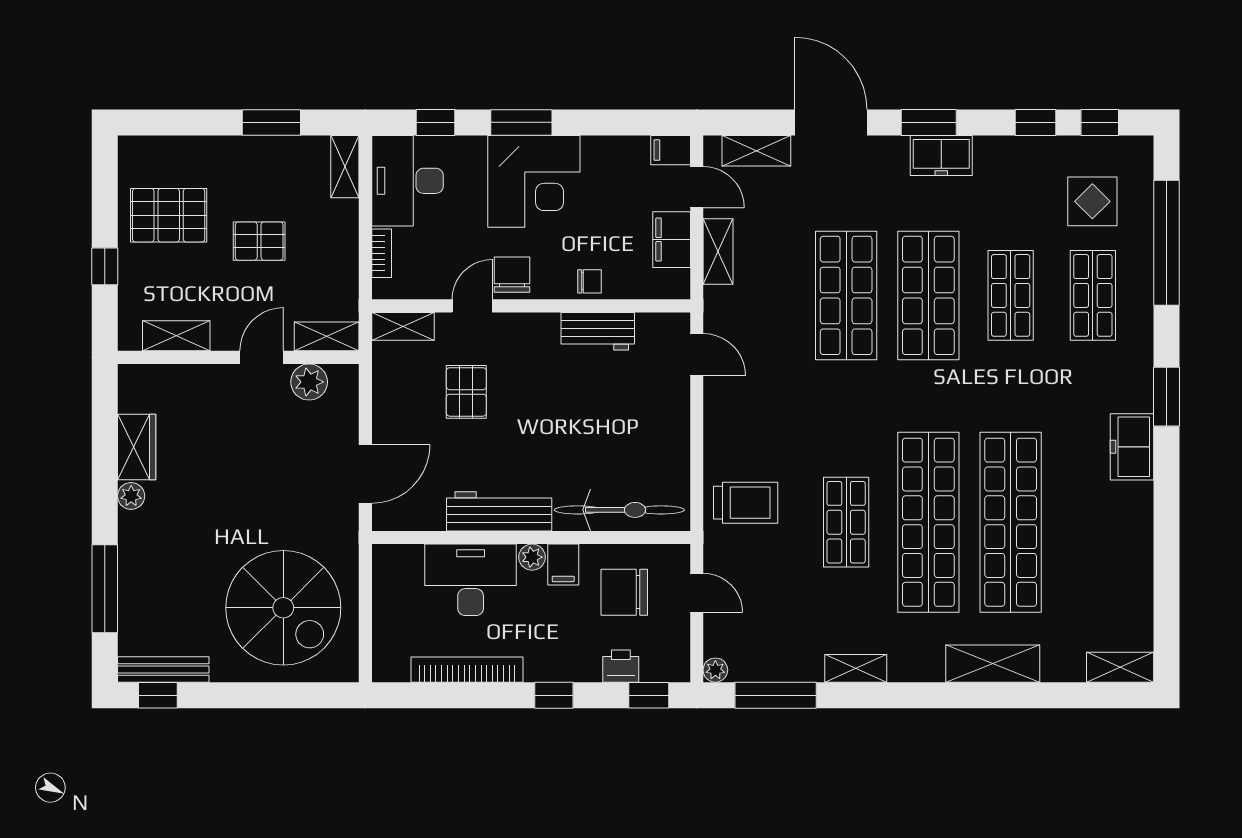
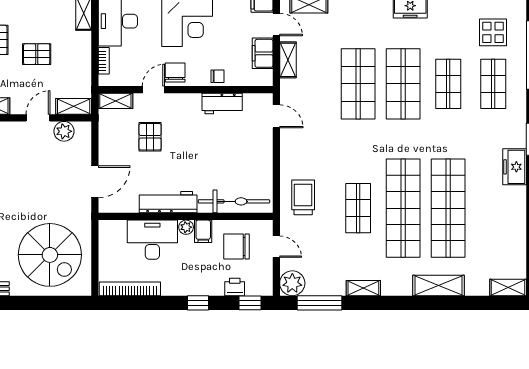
trolley: (746, 503) -> (303, 197), turned -90
bookcase: (467, 670) -> (130, 289), moved
plant: (715, 670) -> (292, 283), width x1.88, depth x1.88

